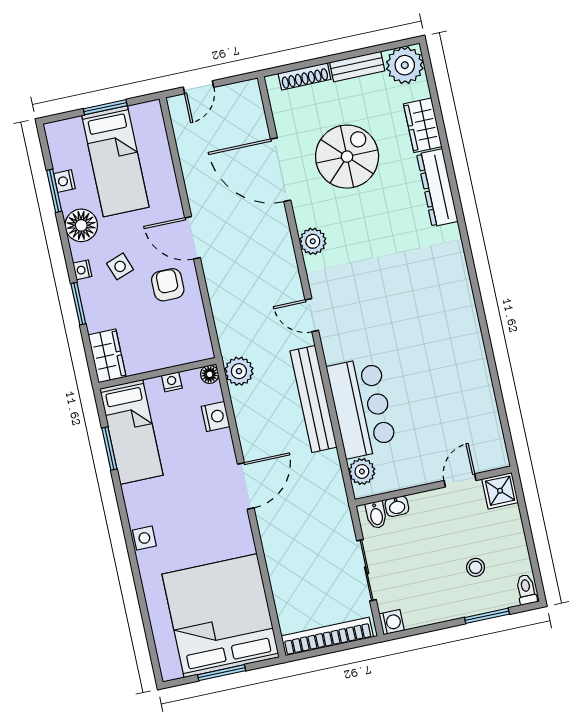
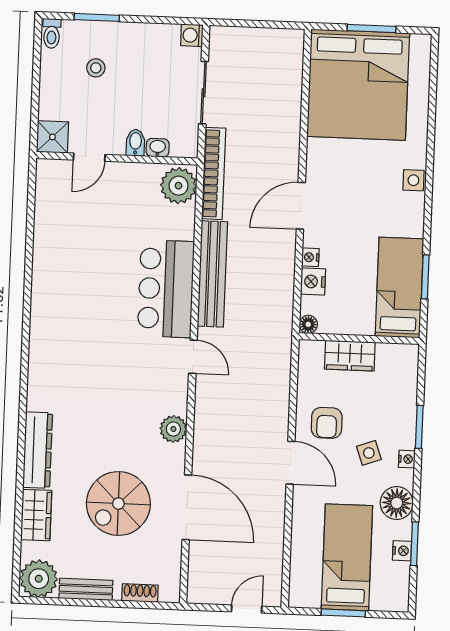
shoe rack: (304, 76) -> (140, 593), width x0.70
wardrobe: (107, 356) -> (350, 356), moved, turned -90
plant: (239, 371) -> (279, 320), removed
nightstand: (172, 382) -> (310, 257), moved, turned 90
bar counter: (362, 407) -> (166, 289), moved
plant: (362, 471) -> (179, 186), width x1.36, depth x1.36
bidet: (376, 515) -> (135, 143), moved
bookcase: (327, 637) -> (214, 173), moved, turned -90

